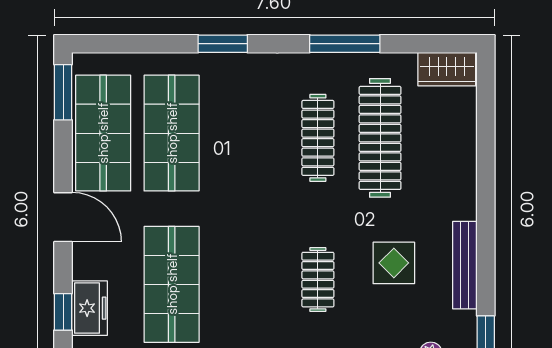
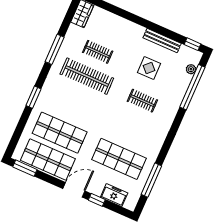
clothes rail: (318, 138) -> (87, 76), width x1.37, depth x1.31
clothes rail: (380, 138) -> (98, 52), width x0.54, depth x0.76
window: (63, 312) -> (97, 200), moved

